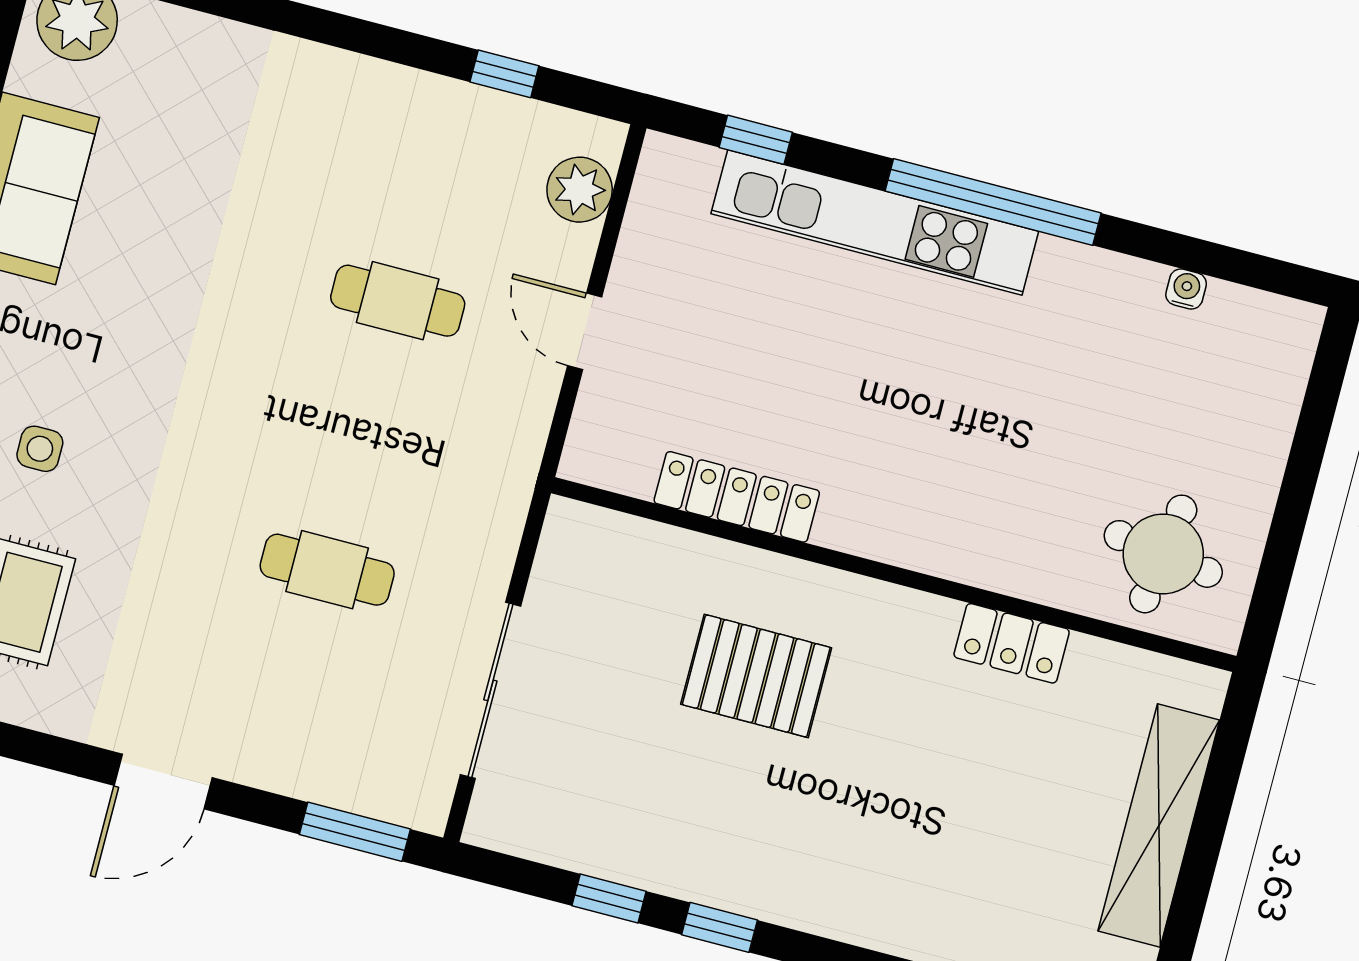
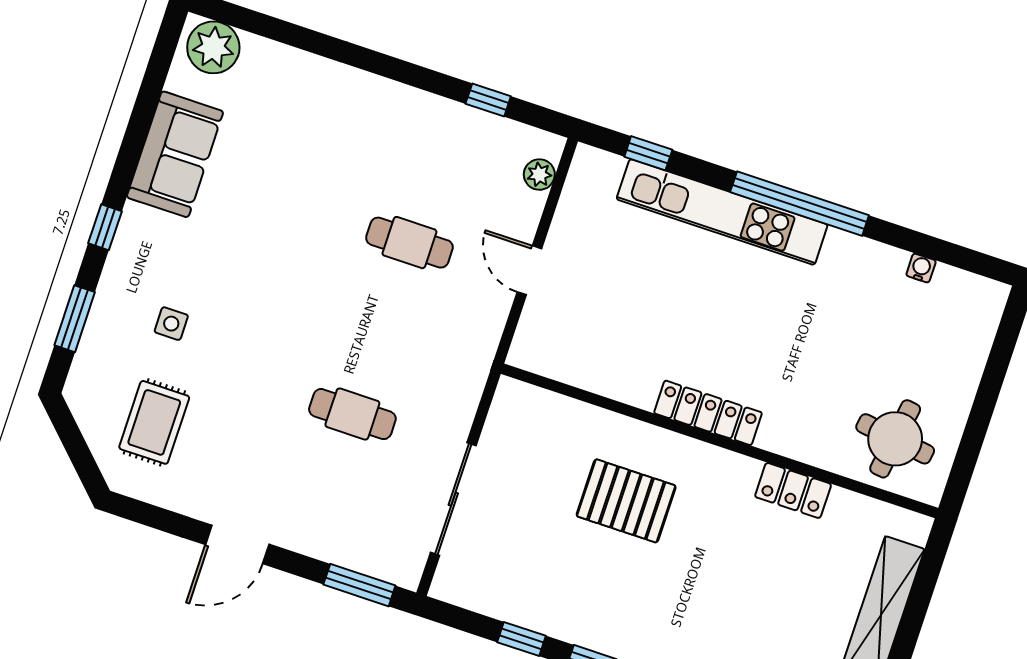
plant: (580, 190) -> (539, 175), width x0.73, depth x0.73
locker: (737, 497) -> (708, 413), moved

